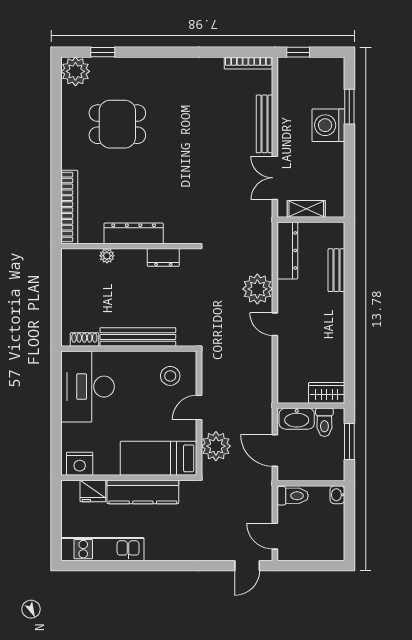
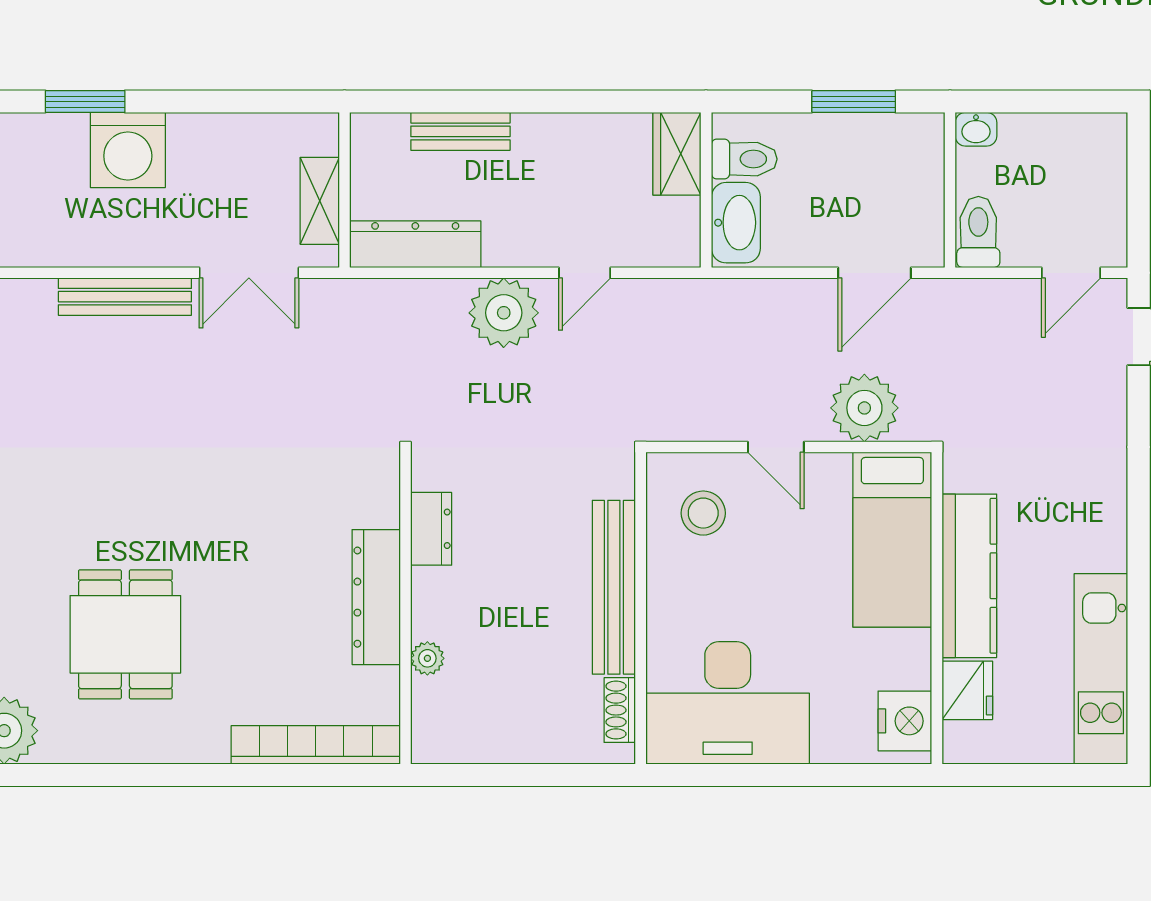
wardrobe: (327, 393) -> (677, 154), moved
wall: (311, 406) -> (706, 190), moved
washbasin: (297, 419) -> (736, 223), moved
toilet: (324, 422) -> (744, 159), moved

